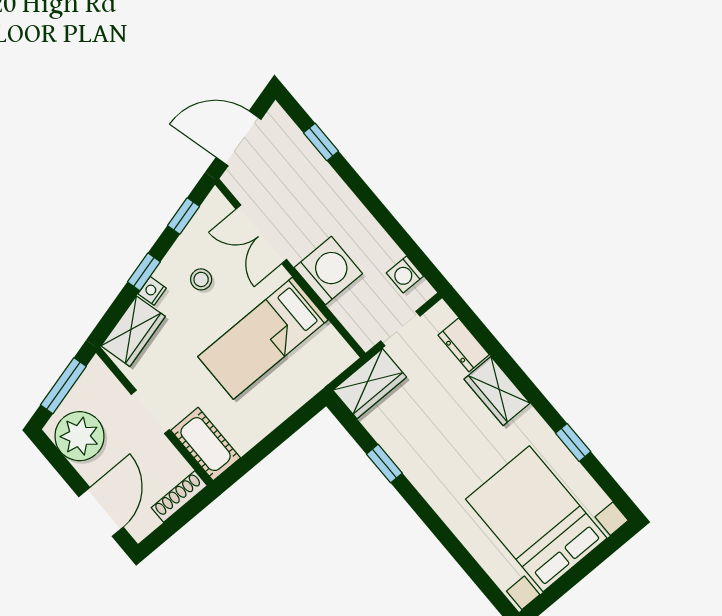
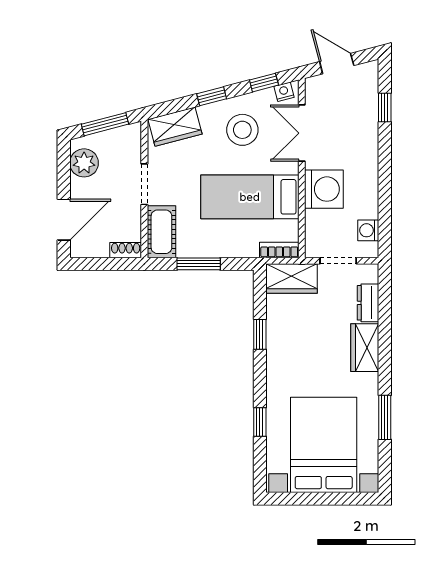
door: (239, 138) -> (337, 64), width x0.73
stool: (201, 279) -> (242, 130), width x1.89, depth x1.89
nightstand: (152, 291) -> (284, 92), moved
bookcase: (335, 366) -> (279, 250), added
plant: (79, 436) -> (84, 163), width x0.73, depth x0.73
window: (573, 442) -> (385, 417), width x1.50
window: (268, 445) -> (199, 264), added
shoe rack: (179, 497) -> (126, 250), width x0.70
window: (456, 548) -> (260, 422), added

